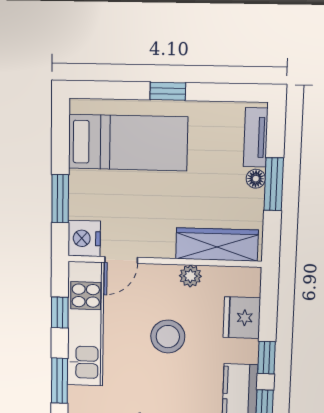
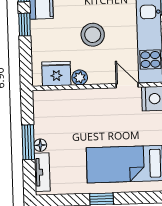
wardrobe: (217, 244) -> (63, 100), removed
door: (121, 260) -> (127, 85), hinge flipped
fridge: (242, 318) -> (56, 74), moved, turned -90

